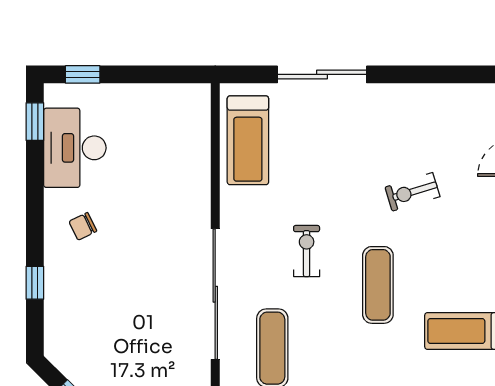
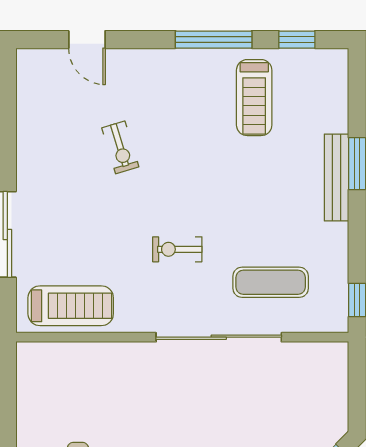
exercise mat: (378, 285) -> (210, 181), removed

